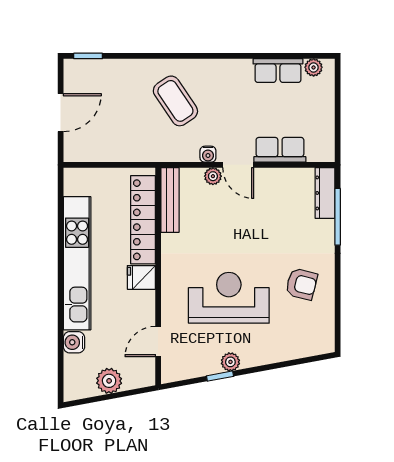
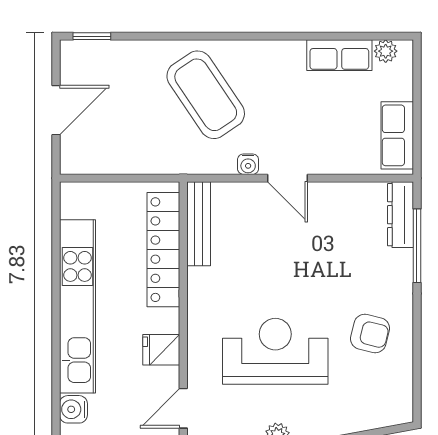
coffee table: (175, 101) -> (206, 95), width x1.36, depth x1.32
row of seats: (280, 150) -> (397, 135), moved, turned -90
plant: (213, 176) -> (255, 193), removed
fridge: (141, 277) -> (161, 350), moved

